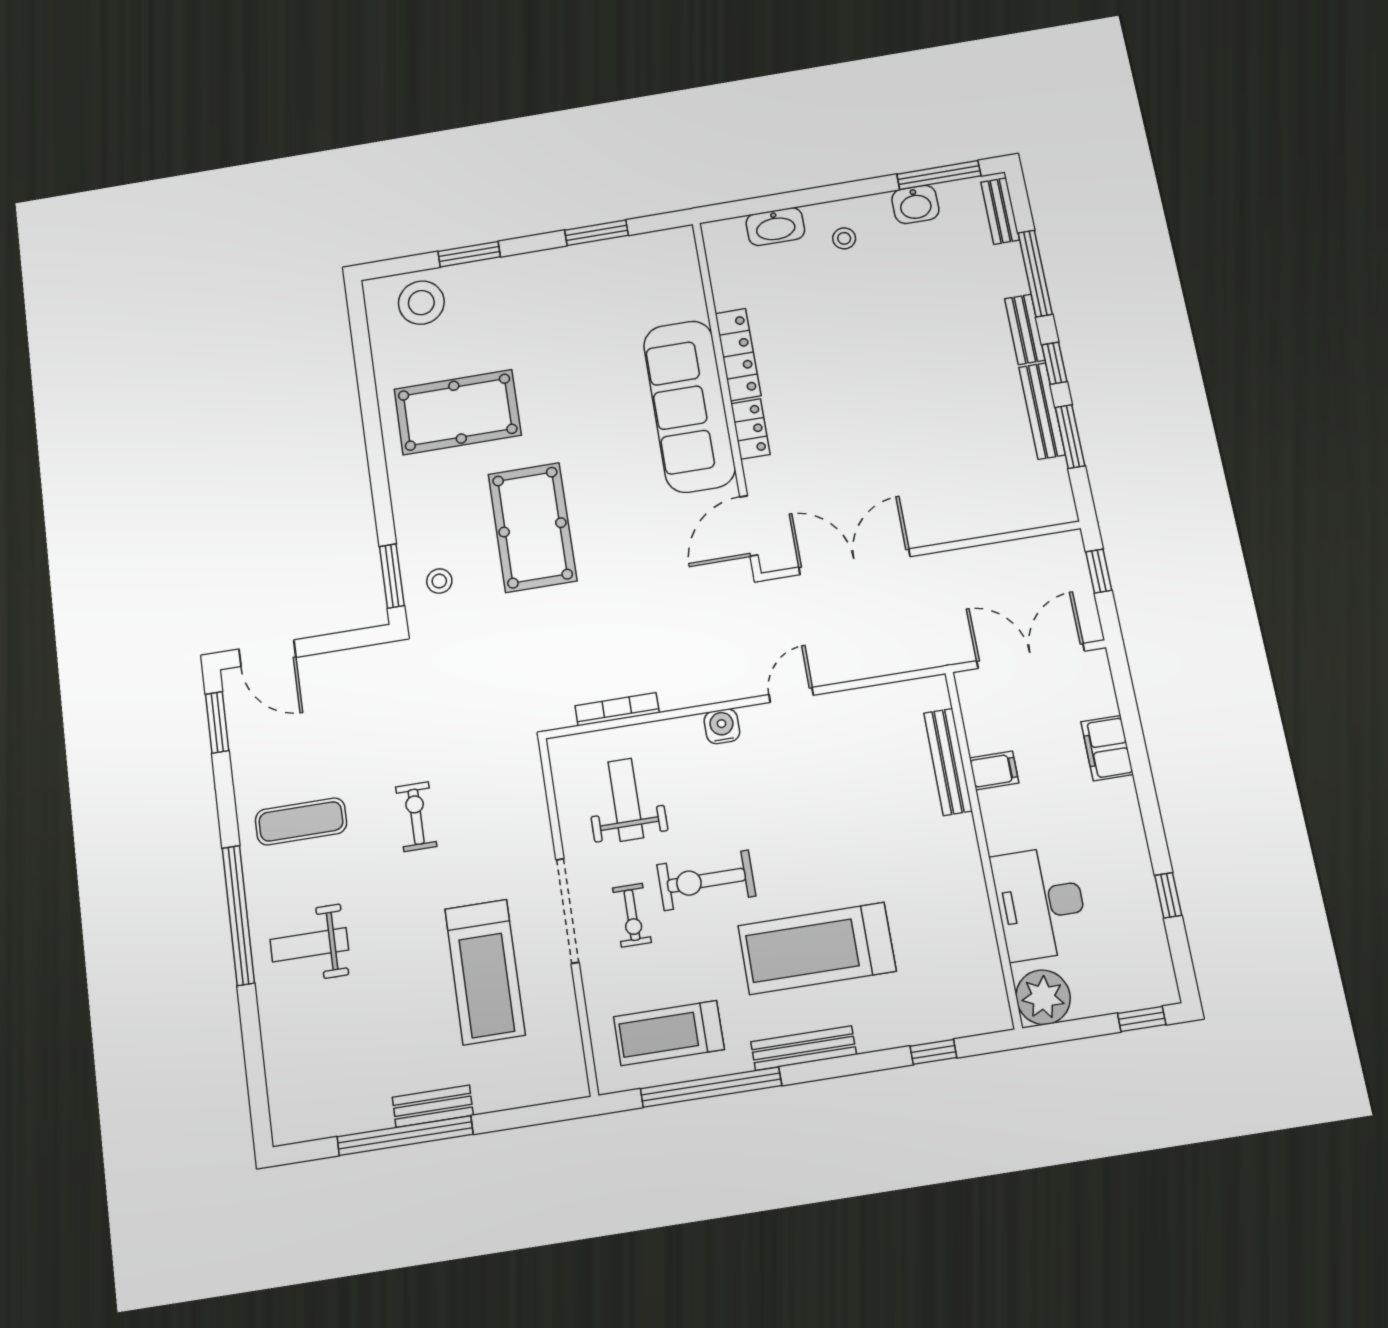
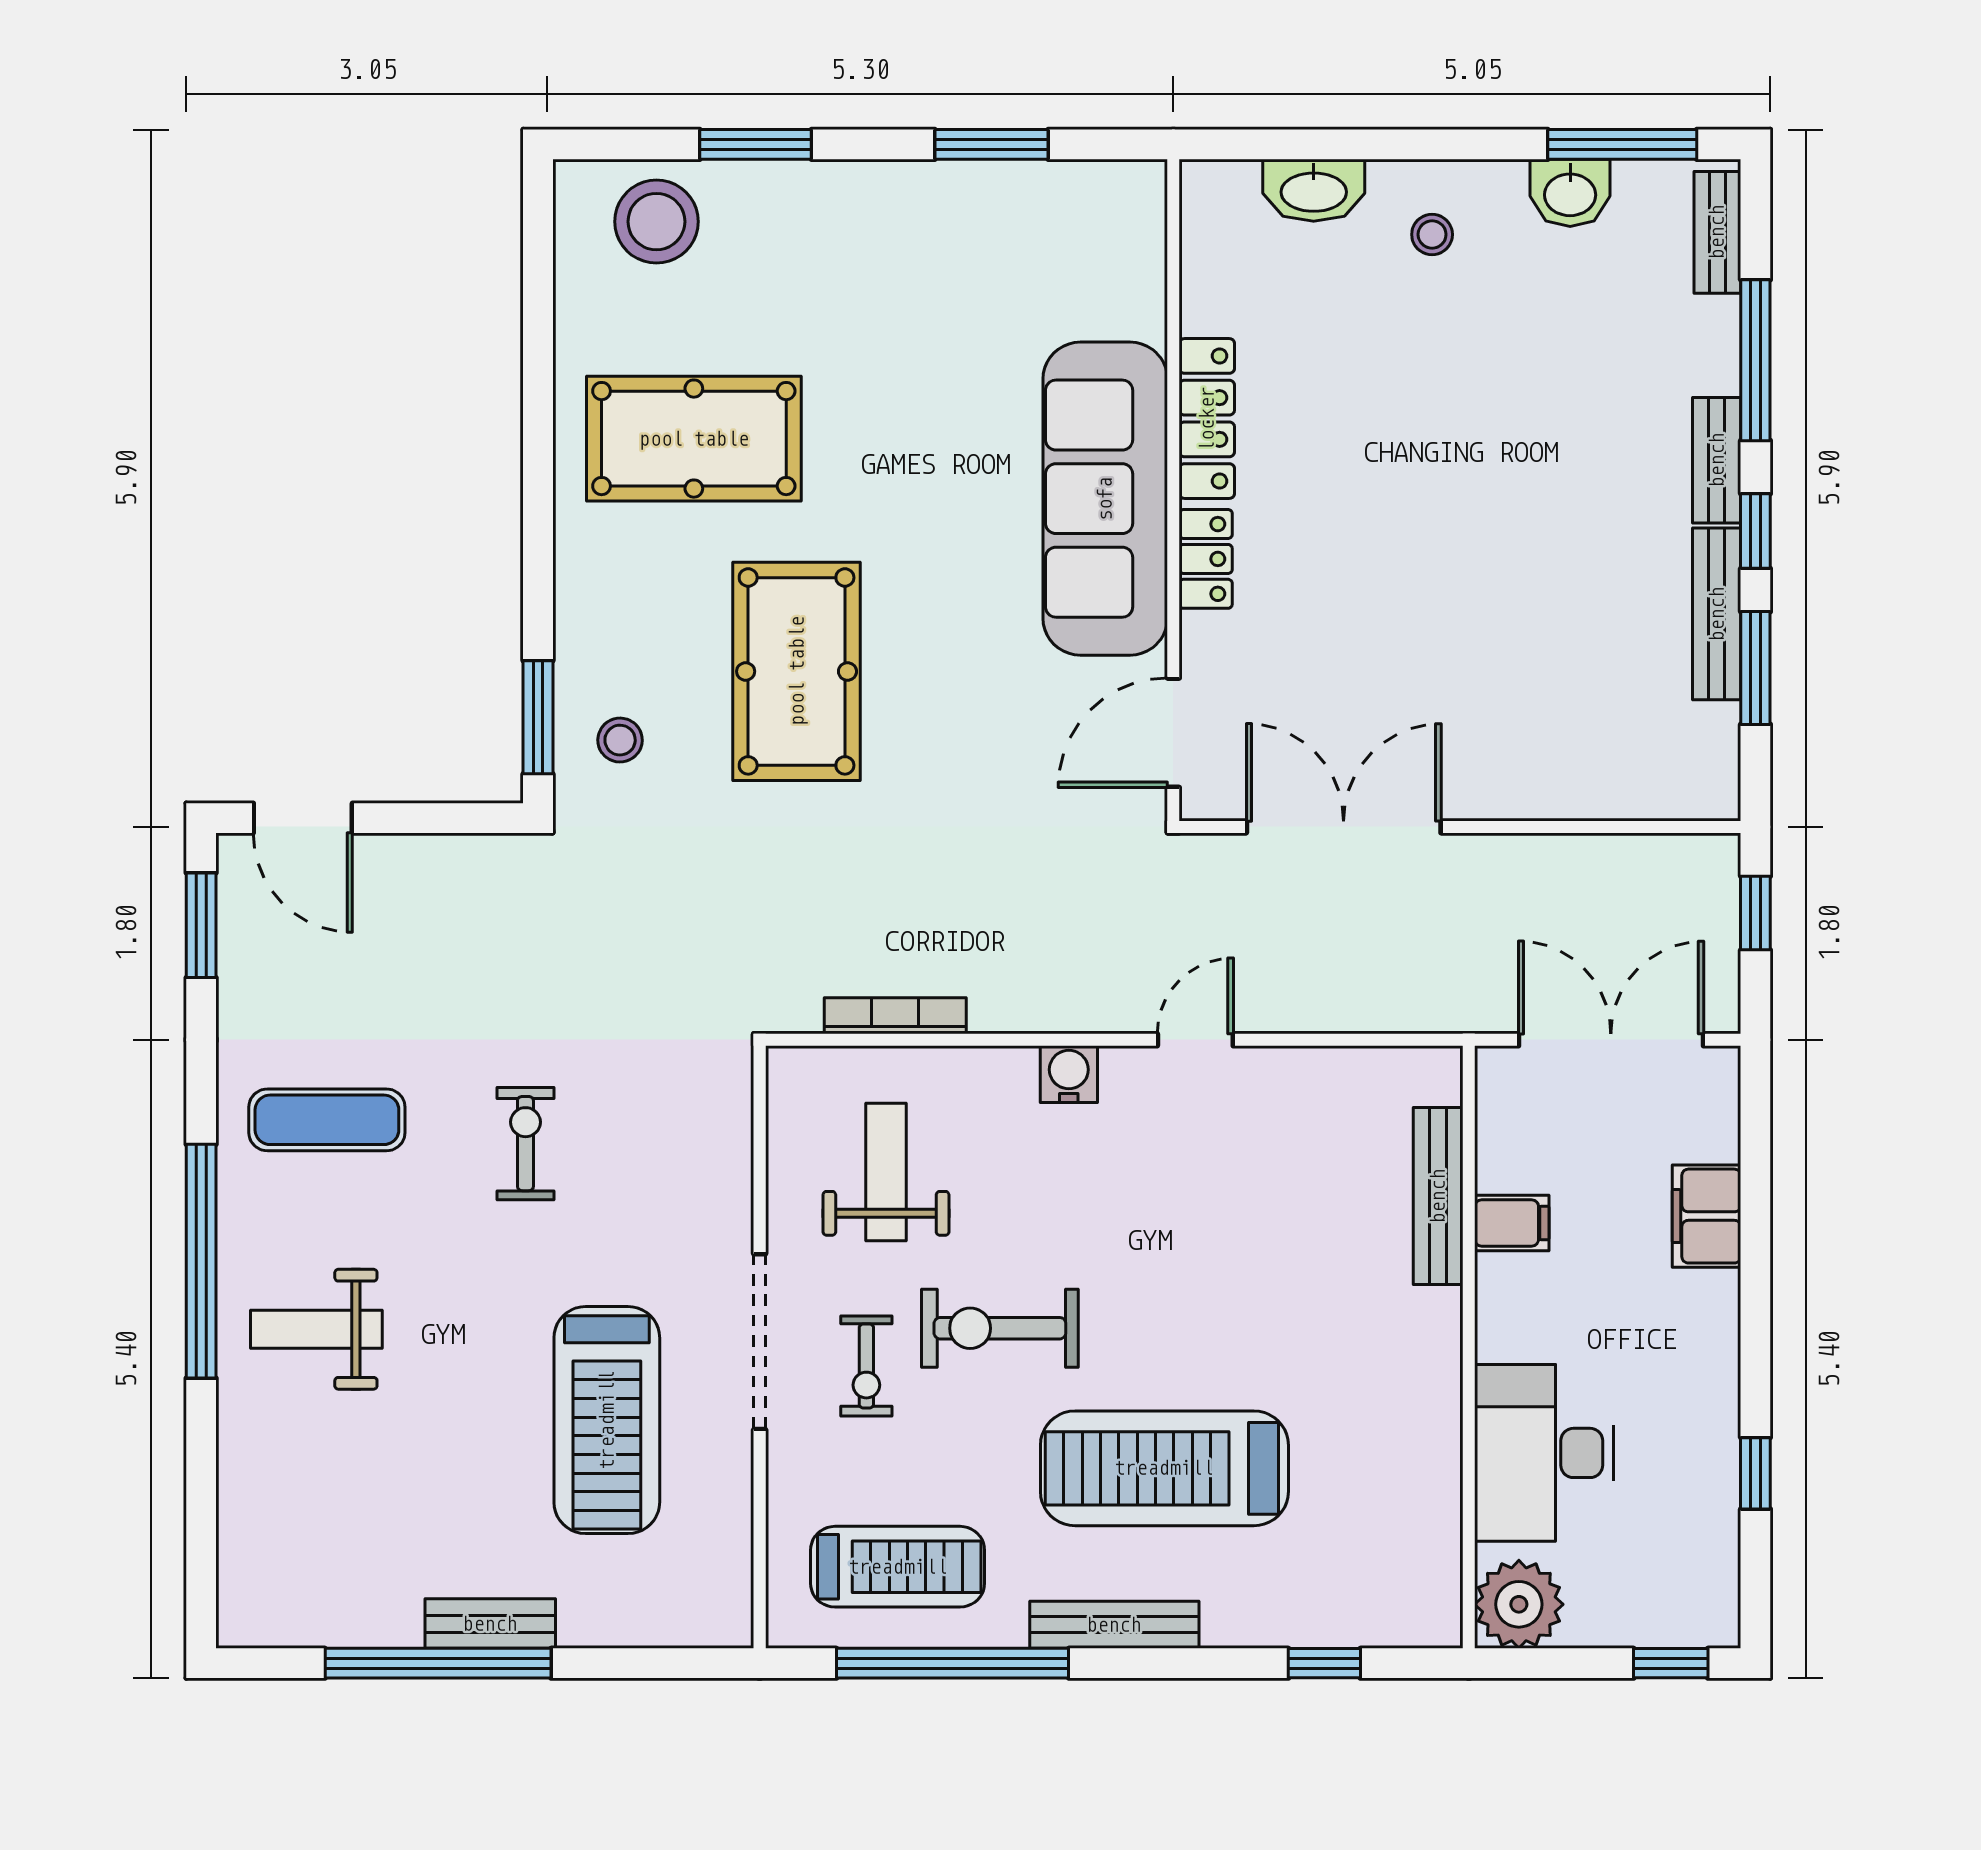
treadmill: (669, 1033) -> (898, 1567), turned 180

